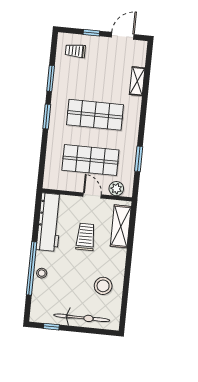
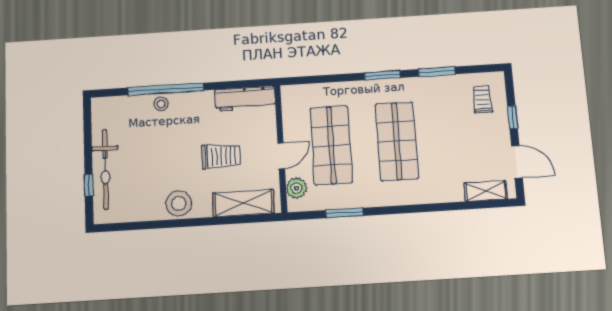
shelving: (137, 81) -> (486, 191), moved
workbench: (49, 222) -> (245, 99), width x0.73, depth x0.76
stool: (103, 286) -> (179, 203), moved
window: (51, 327) -> (89, 185), moved

